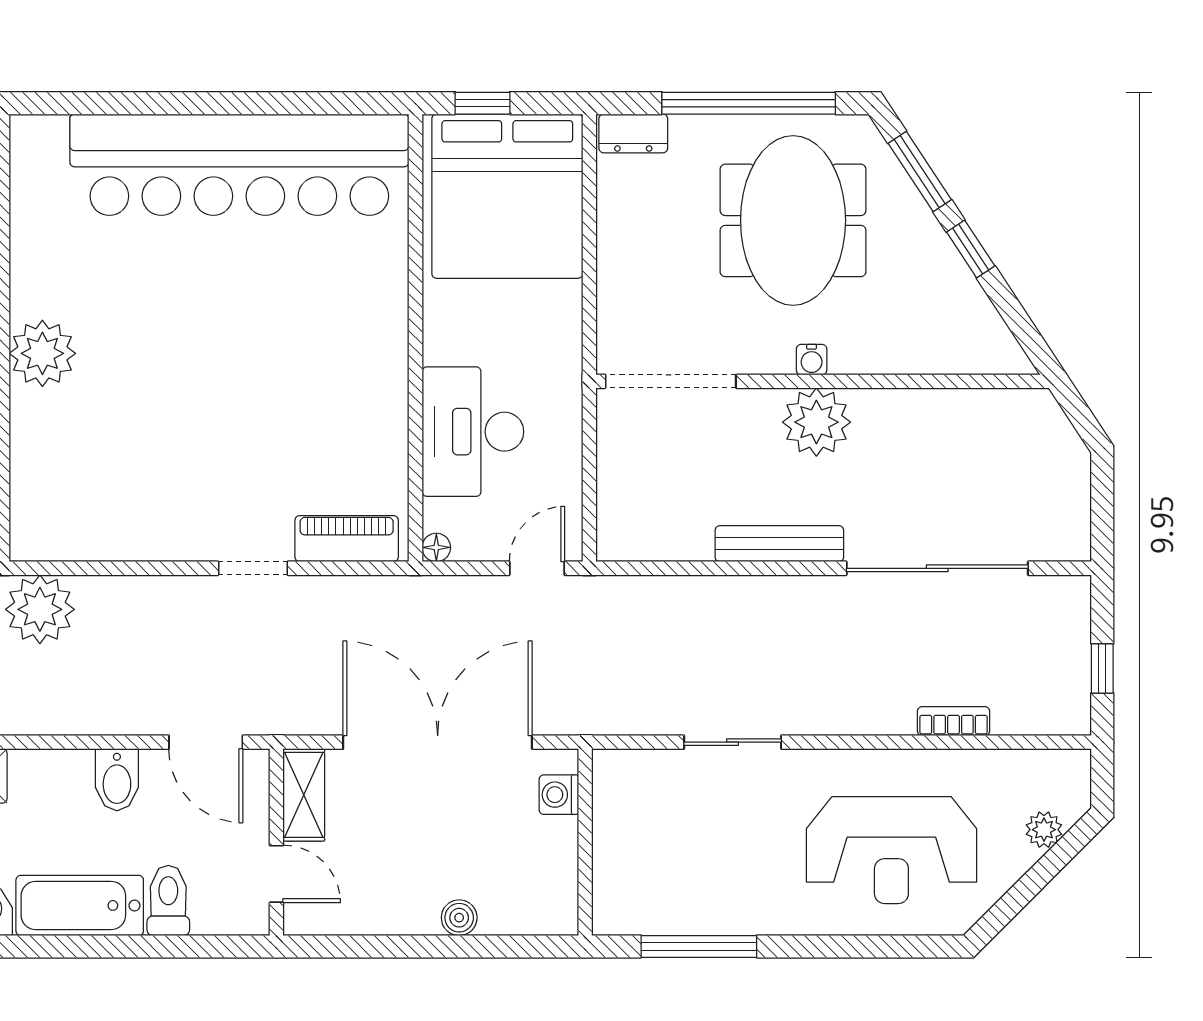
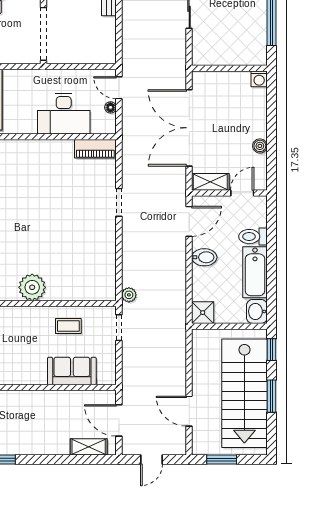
piano: (347, 539) -> (95, 149), moved, turned -90
floor lamp: (436, 547) -> (110, 107), moved
plant: (40, 609) -> (129, 295), width x0.53, depth x0.53
washing machine: (559, 795) -> (259, 79), moved
boiler: (459, 918) -> (260, 146), moved

